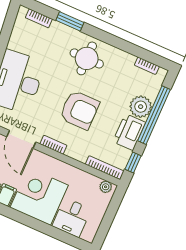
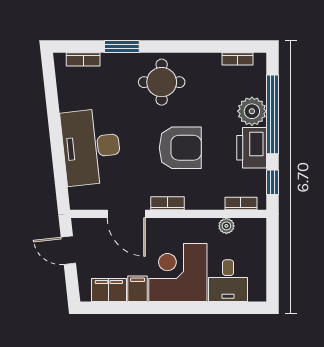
bookcase: (105, 168) -> (241, 203), width x0.64
plant: (106, 187) -> (226, 226), moved

